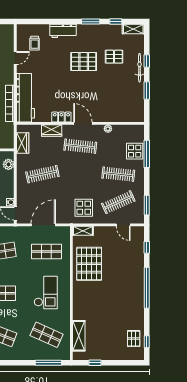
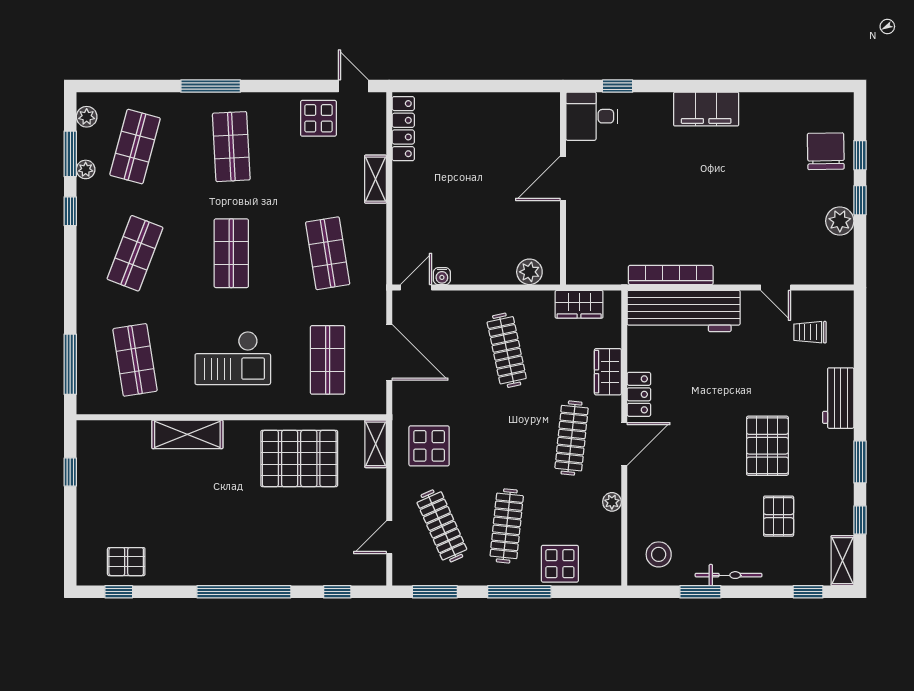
window: (147, 61) -> (808, 592), moved
bicycle: (140, 68) -> (729, 575), moved
stool: (131, 109) -> (659, 554), added
window: (147, 154) -> (519, 592), moved
shop shelf: (47, 335) -> (135, 360), turned -33
shelving: (79, 336) -> (187, 434), moved

